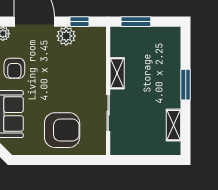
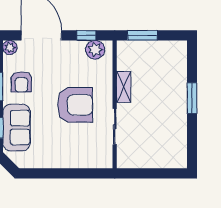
plant: (66, 36) -> (95, 50), moved
shelving: (173, 125) -> (180, 139), removed
armchair: (62, 130) -> (75, 105), moved

